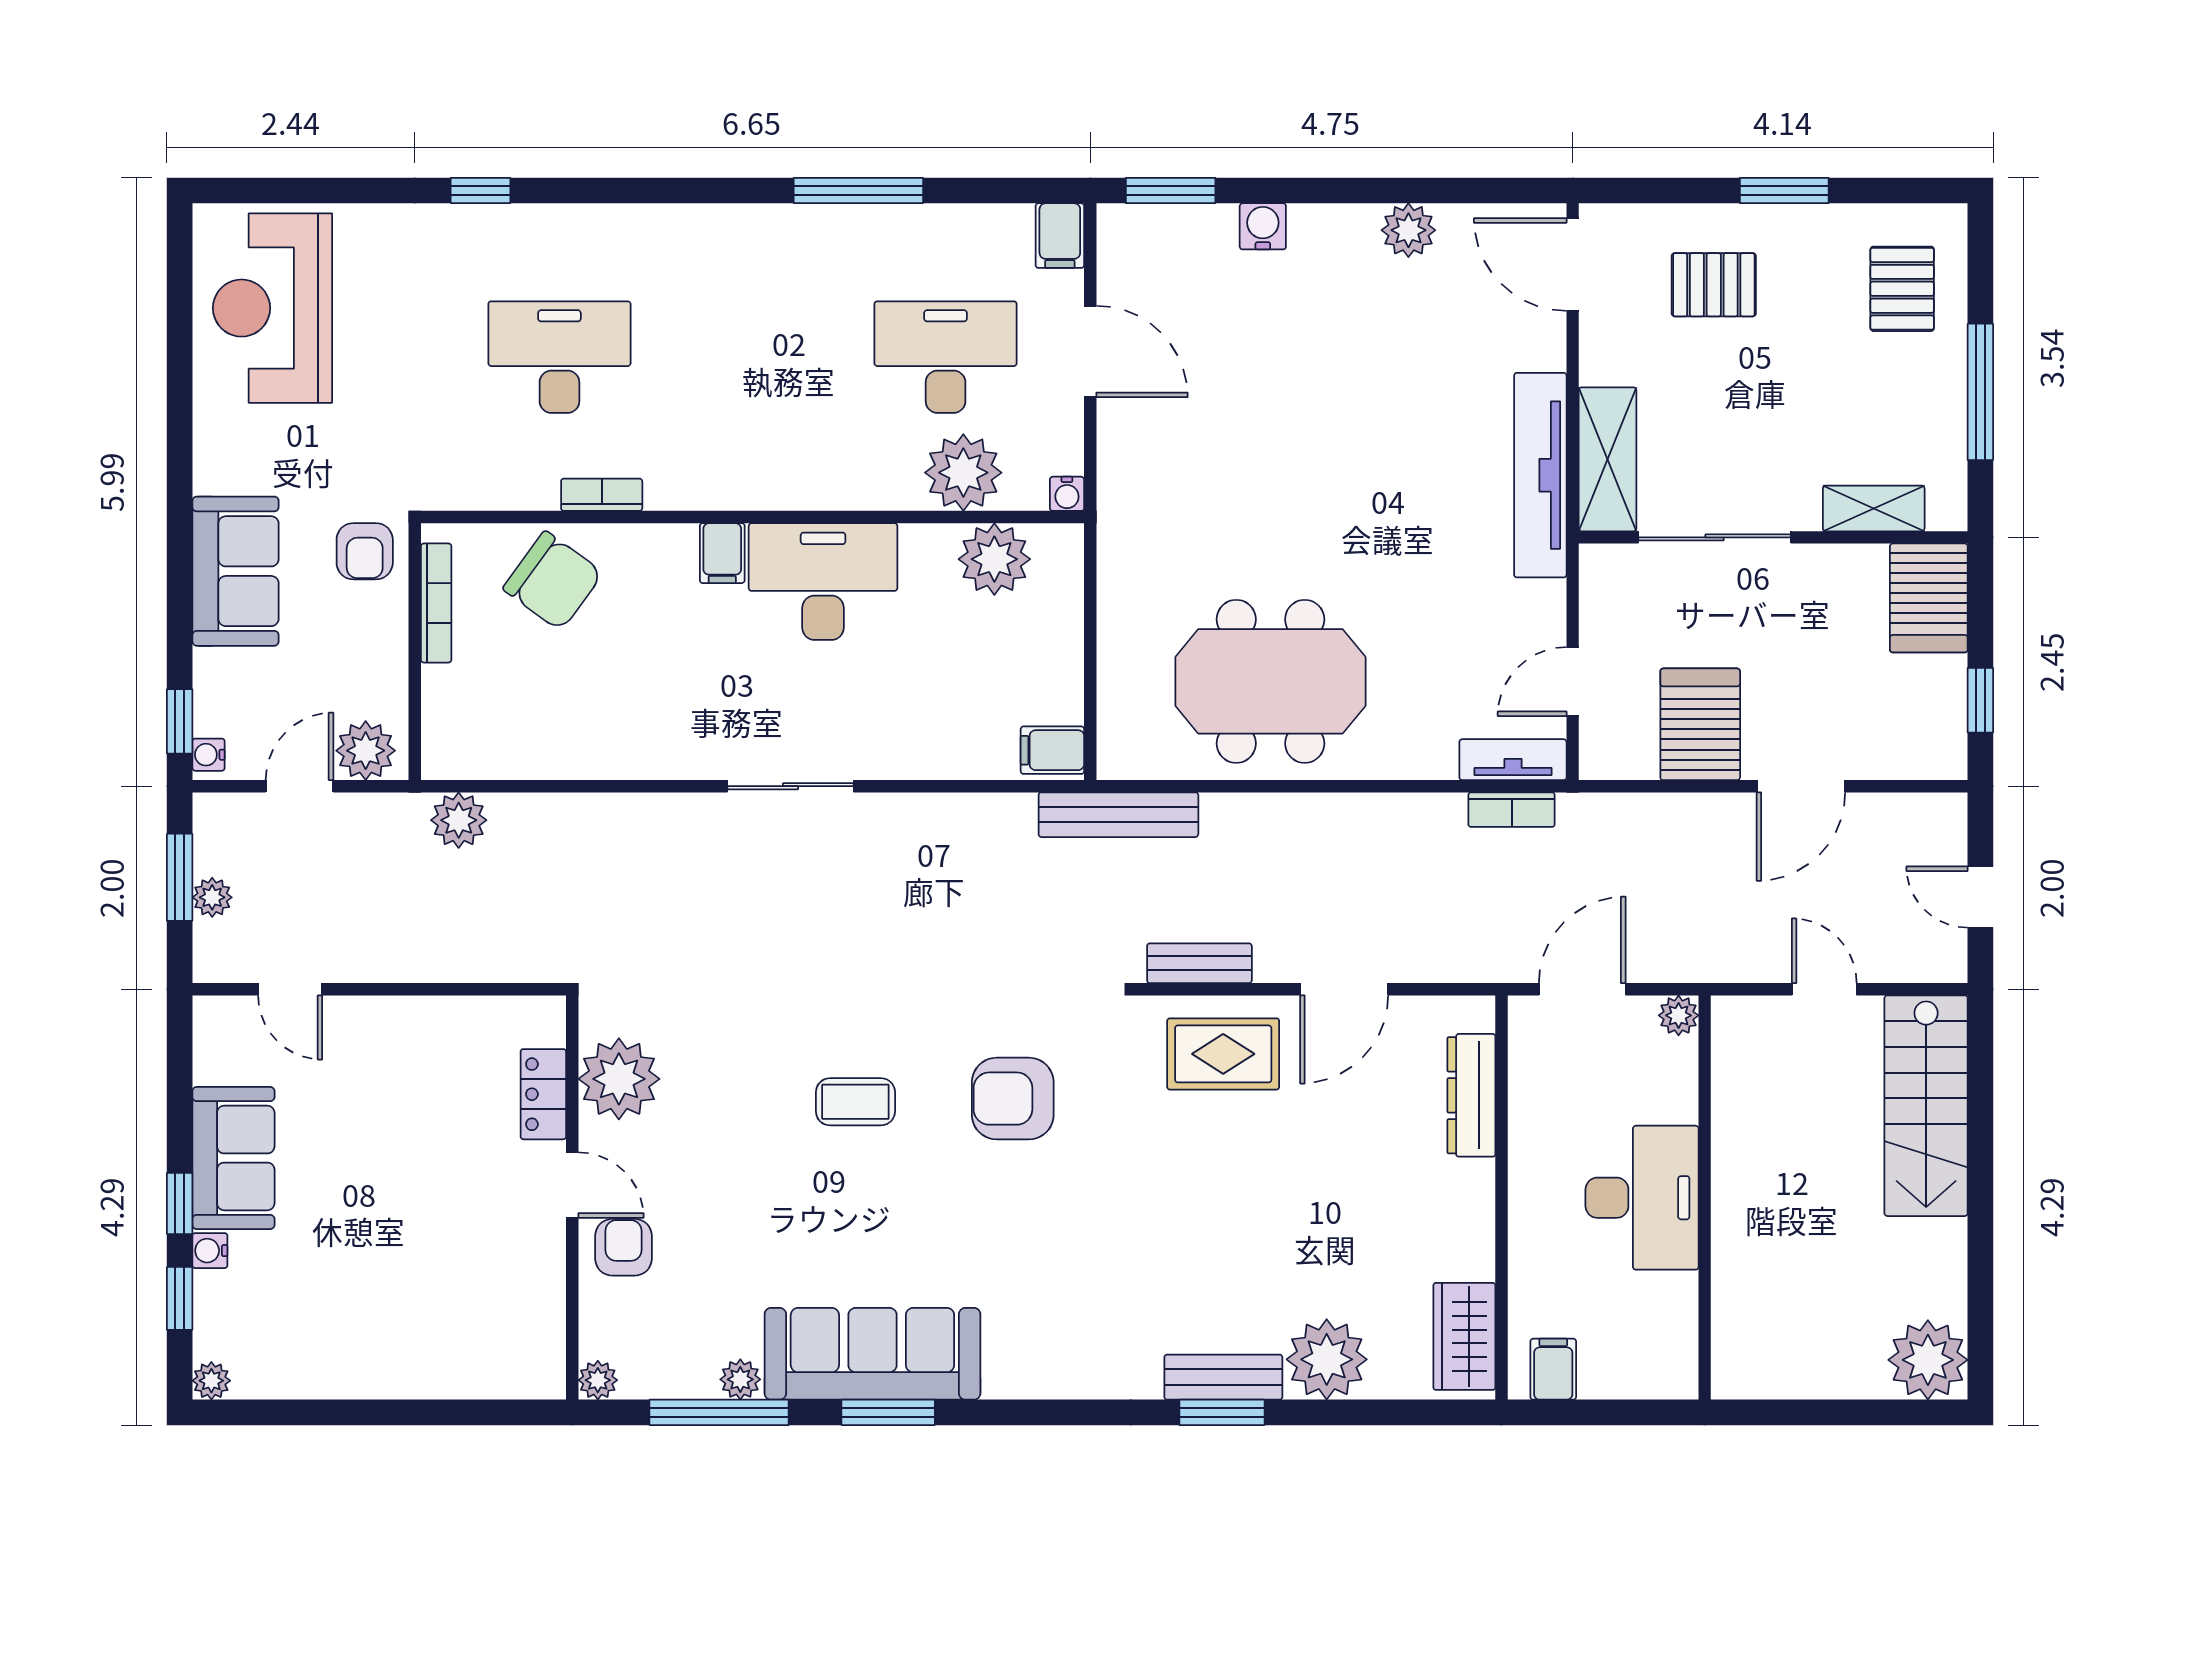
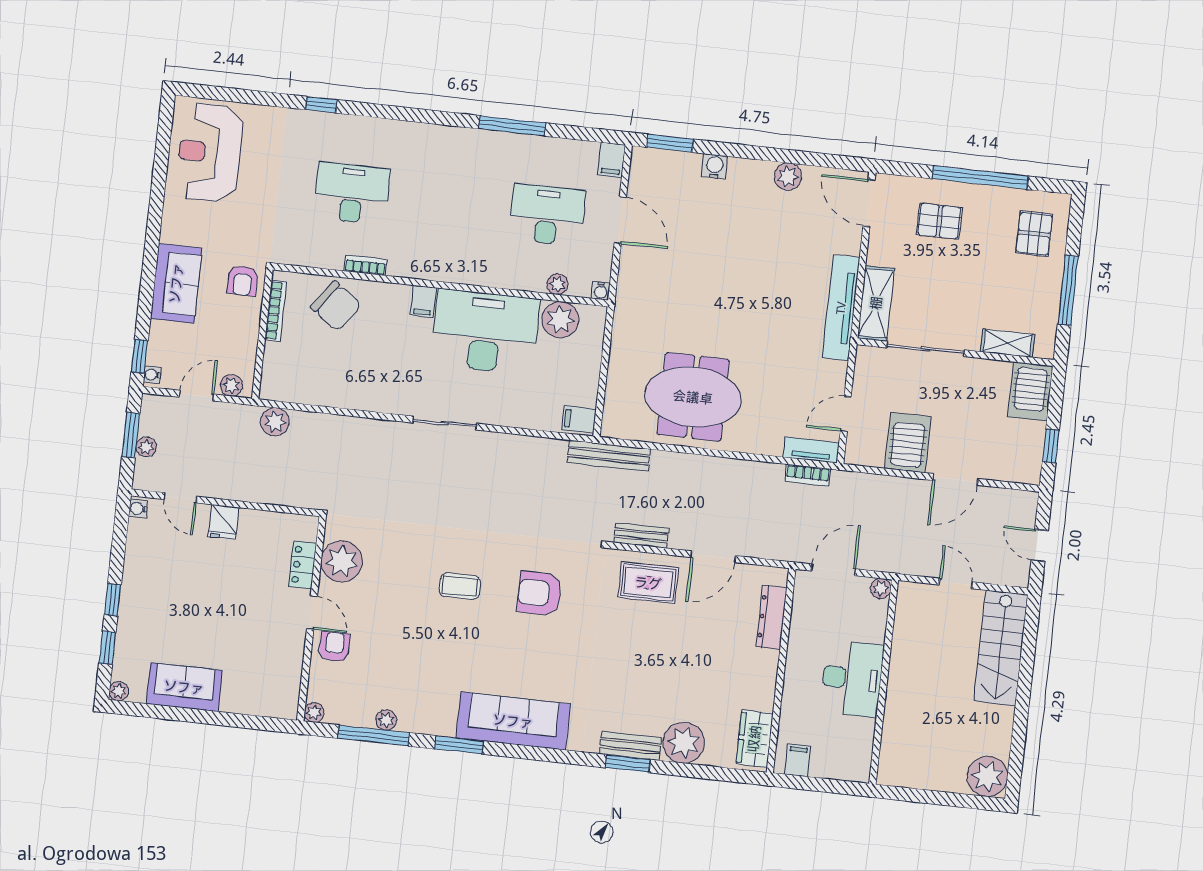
window: (1784, 191) -> (980, 177), width x2.11
plant: (963, 473) -> (558, 284), width x0.53, depth x0.53
desk: (823, 582) -> (485, 332), width x1.36, depth x1.30
plant: (366, 751) -> (231, 385), width x0.73, depth x0.73
fridge: (380, 1027) -> (224, 522), added
sofa: (233, 1158) -> (184, 687), moved, turned -90
water cooler: (210, 1251) -> (138, 509), moved
sofa: (872, 1354) -> (513, 721), moved

